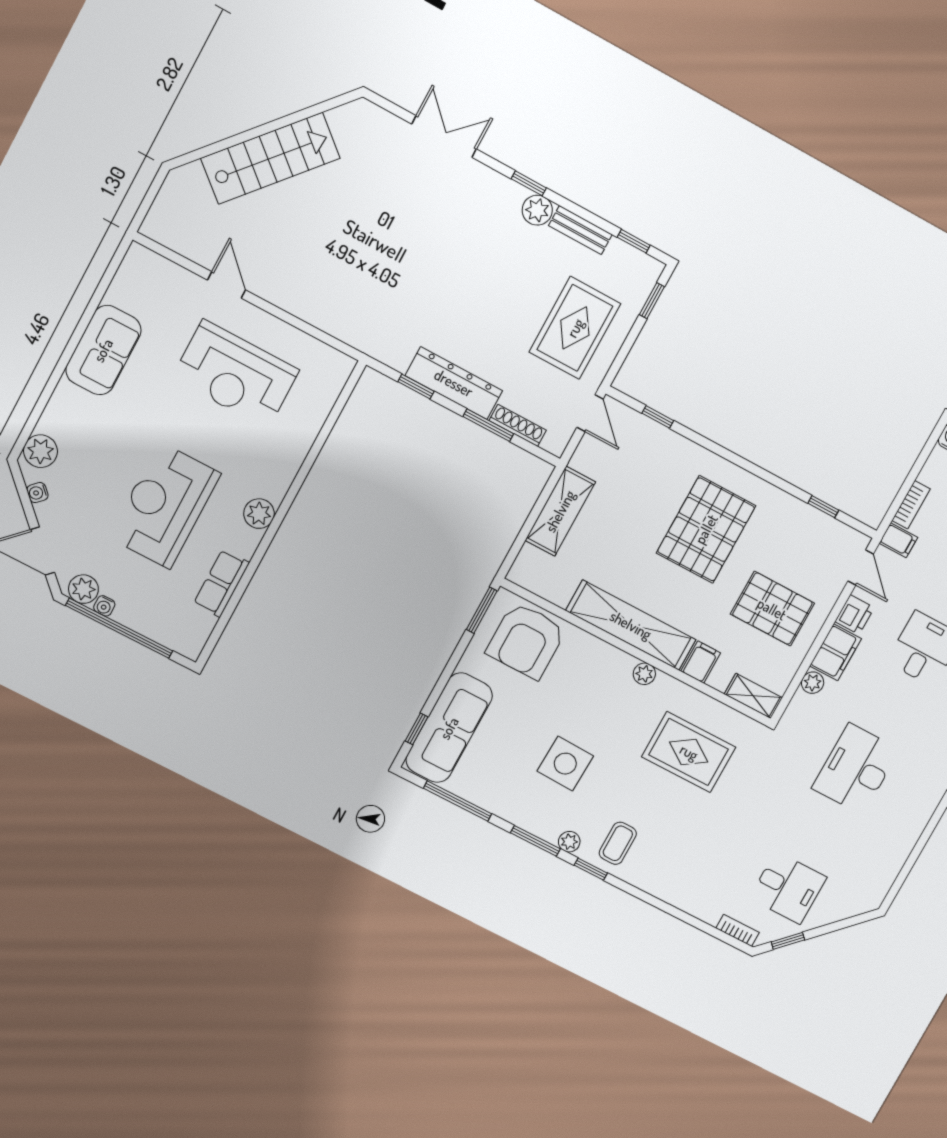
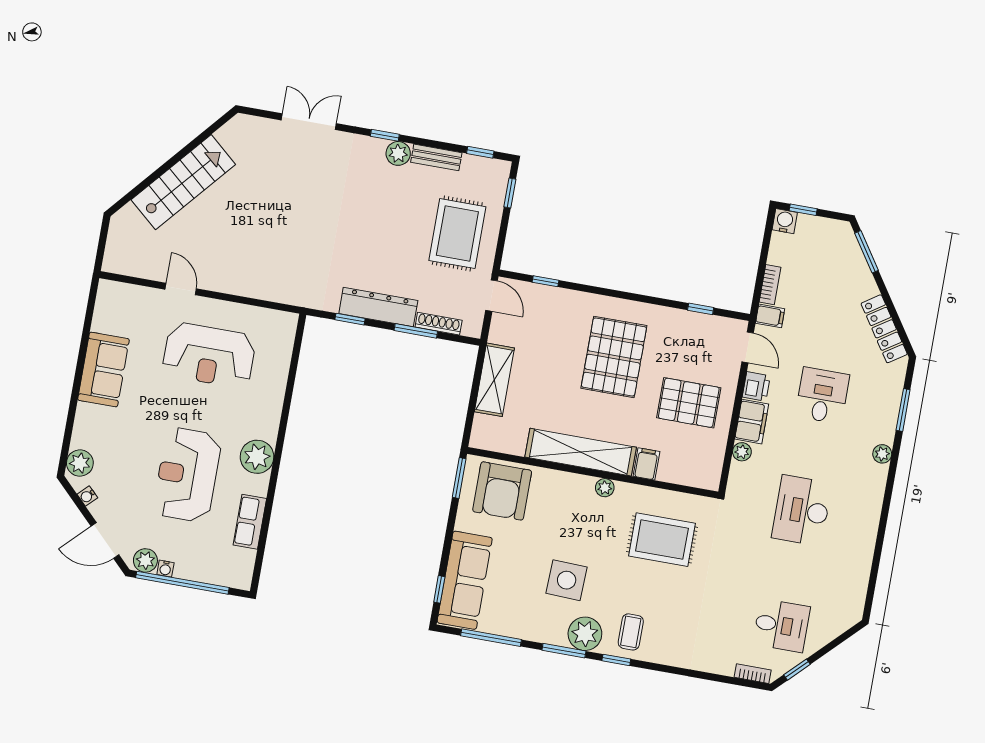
plant: (259, 514) -> (257, 457), width x1.36, depth x1.36
shelving: (753, 696) -> (698, 478), removed
plant: (569, 842) -> (585, 634), width x1.87, depth x1.87

